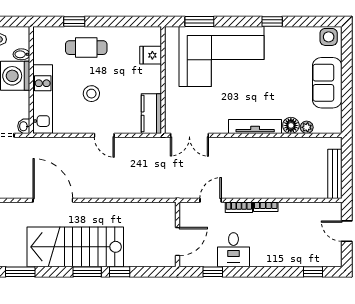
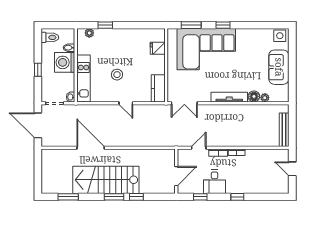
window: (272, 21) -> (223, 25), moved
plant: (51, 33) -> (89, 33), added
cafe table: (86, 48) -> (113, 43), removed
window: (313, 272) -> (237, 197), moved

